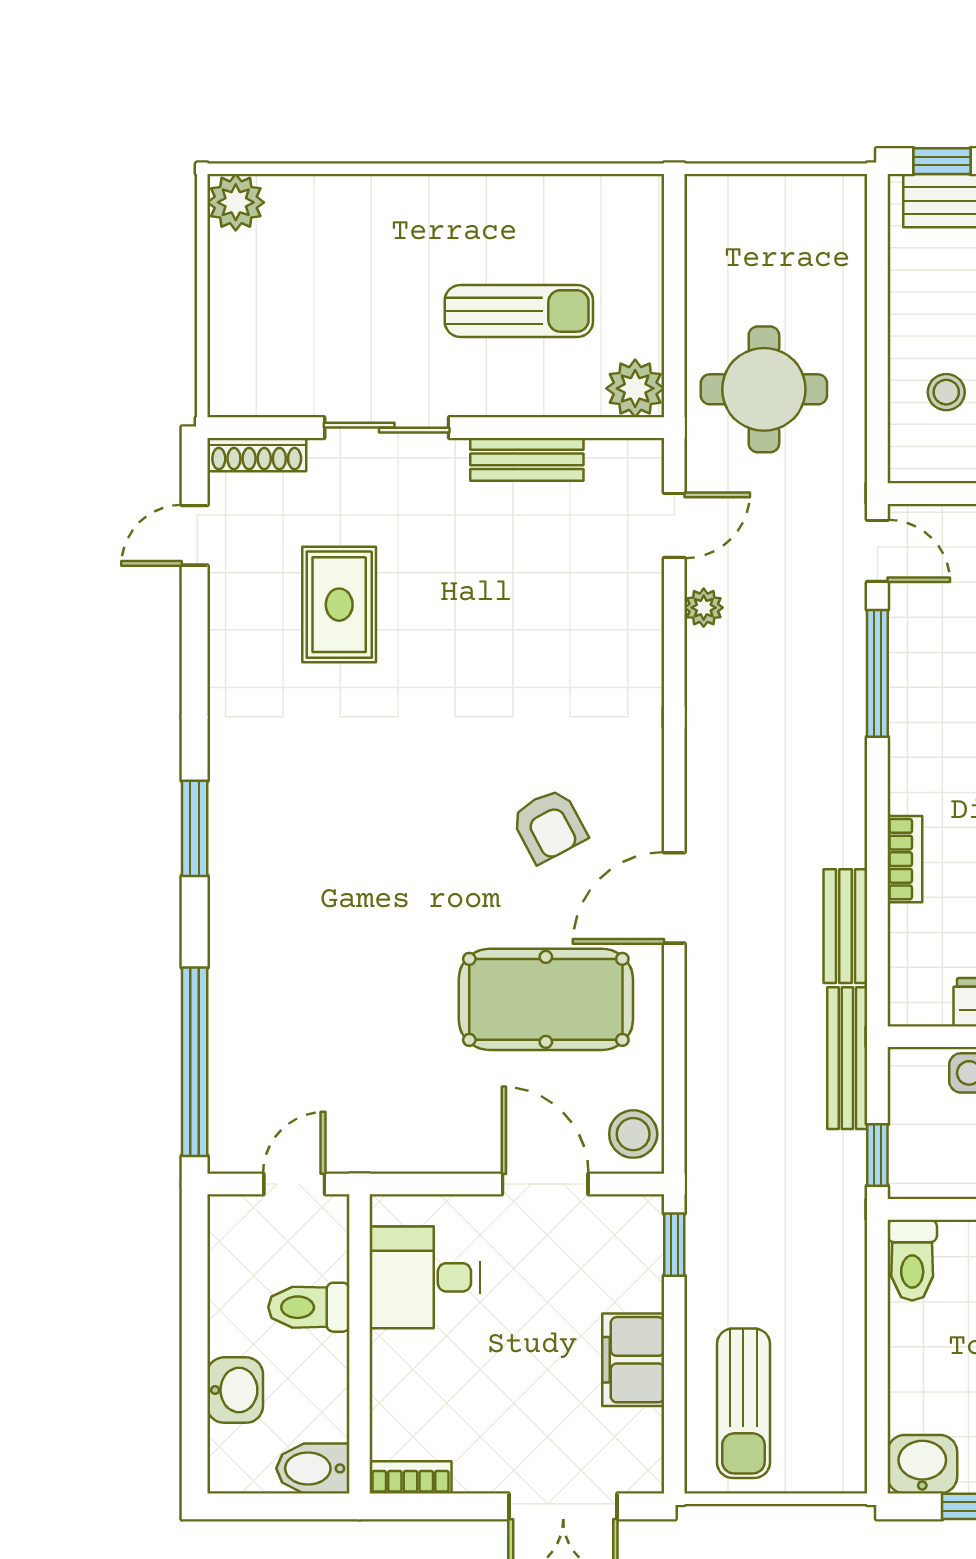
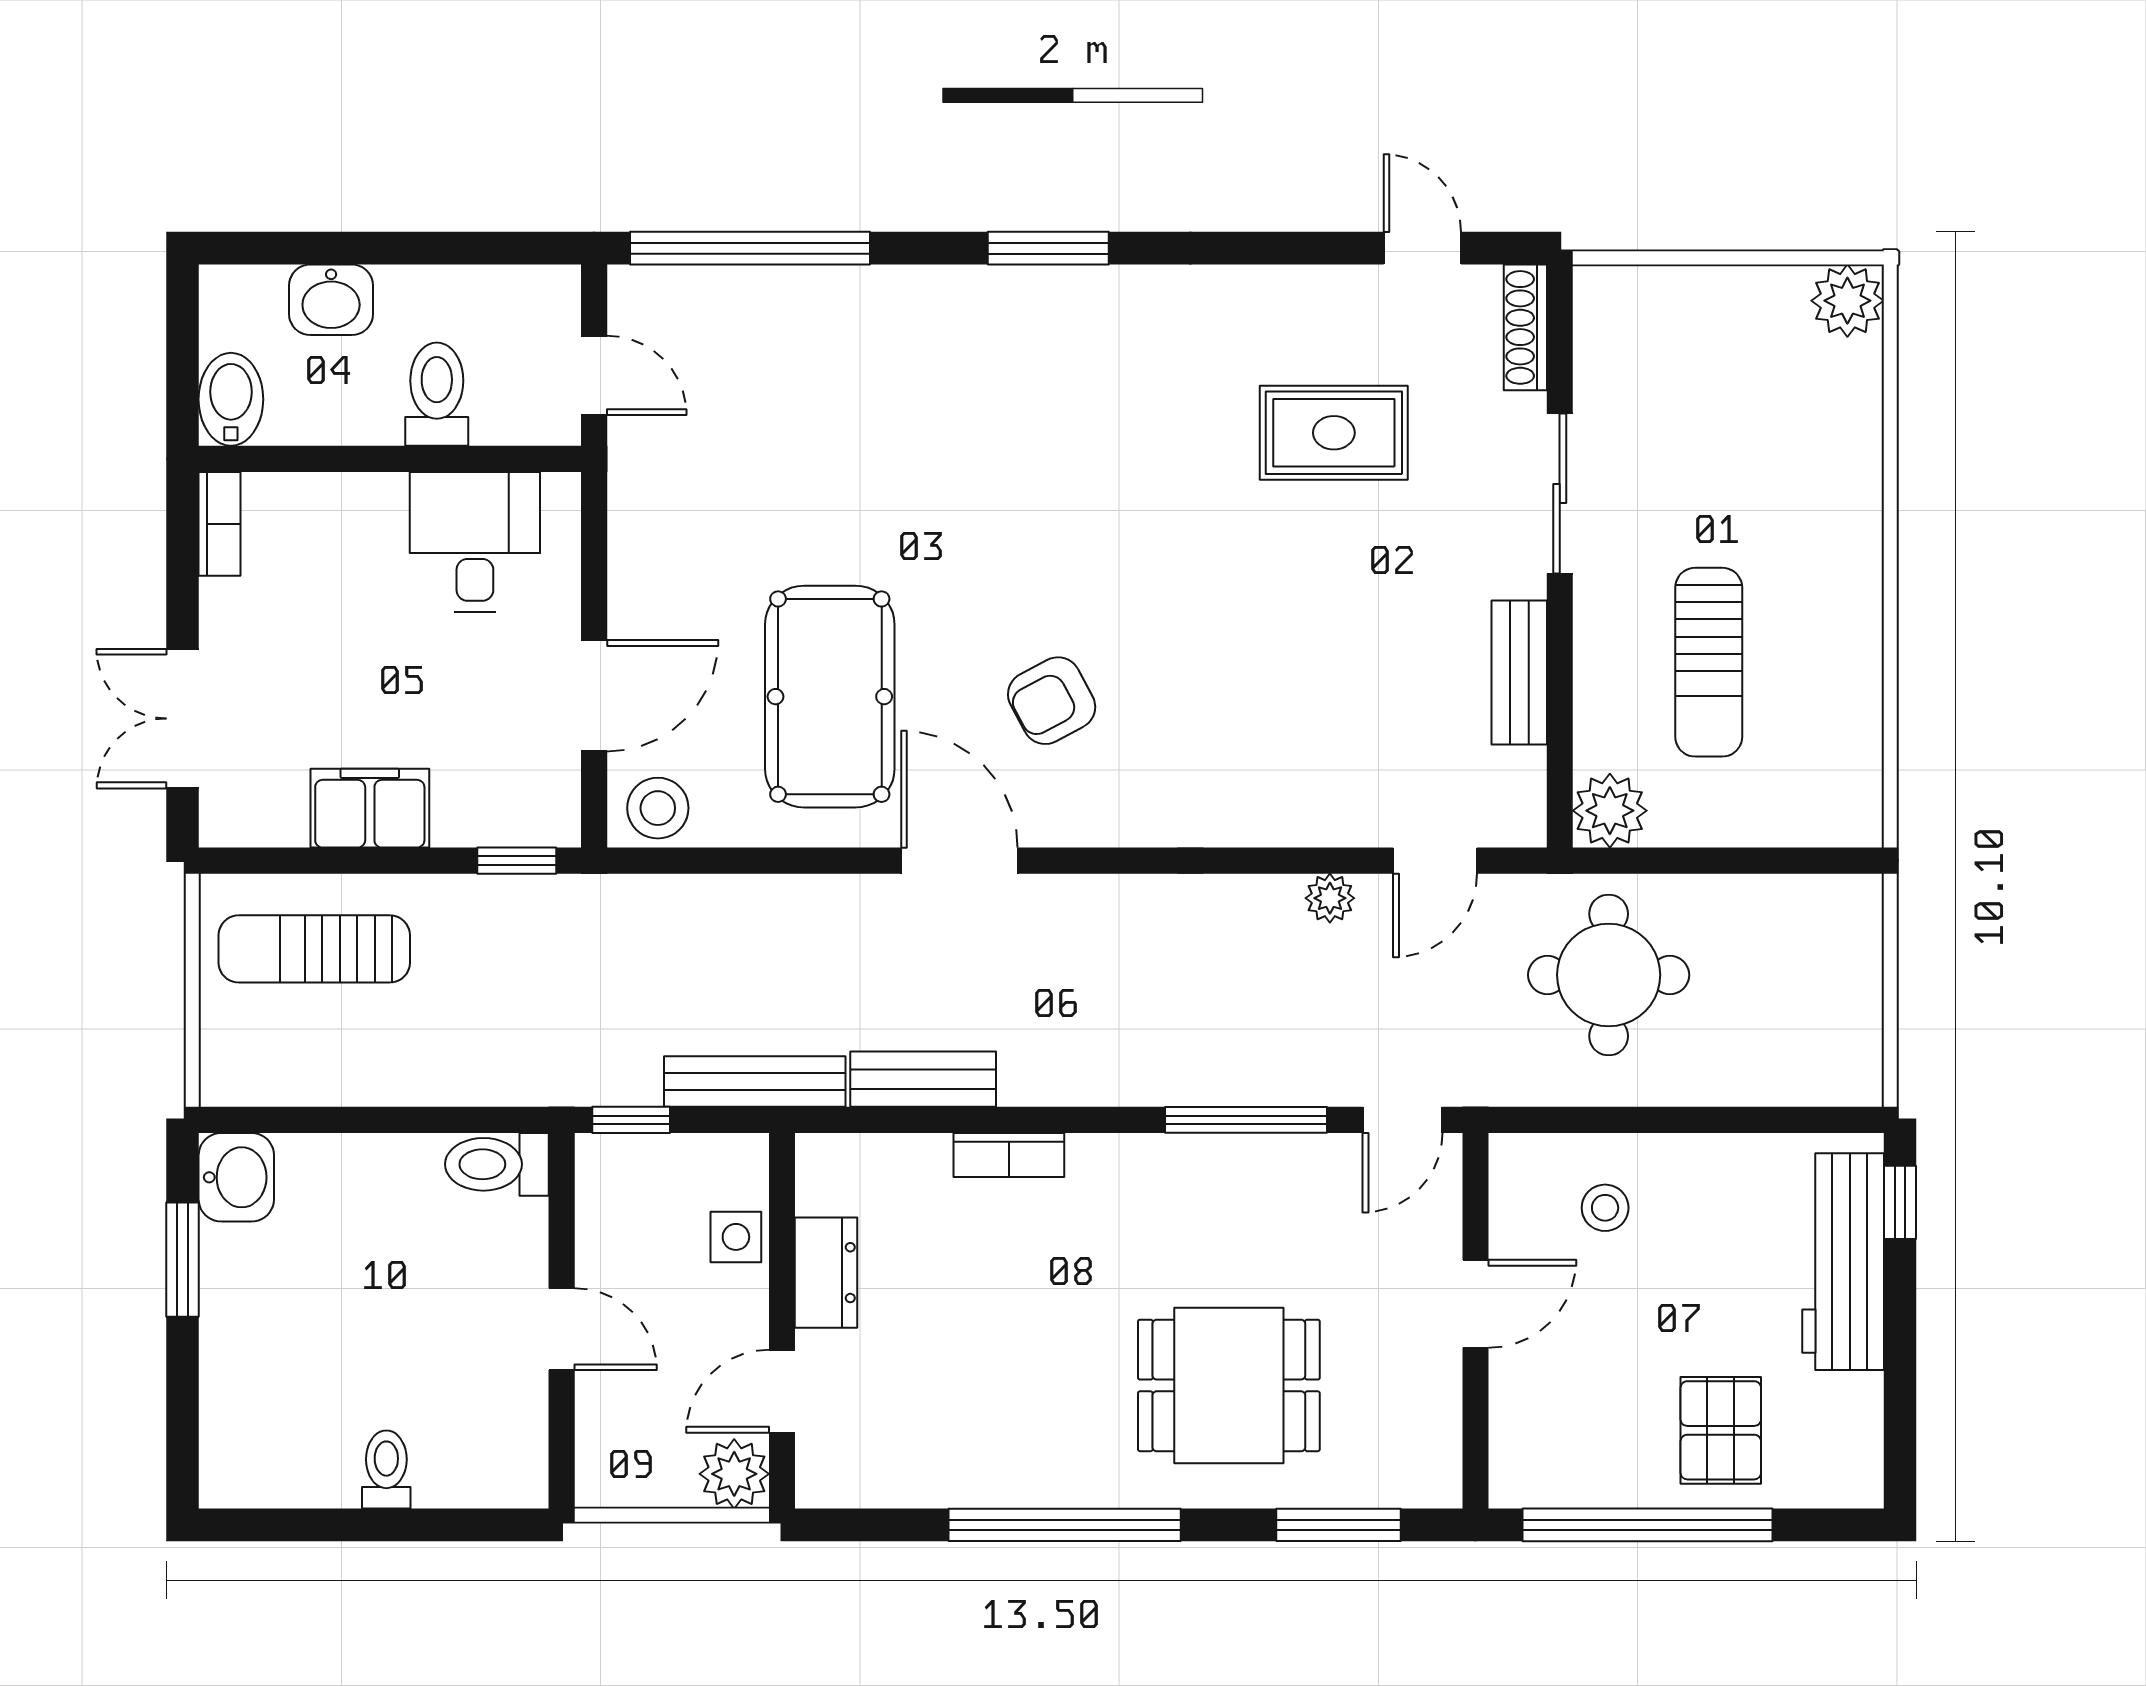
door: (674, 525) -> (1435, 861), hinge flipped

